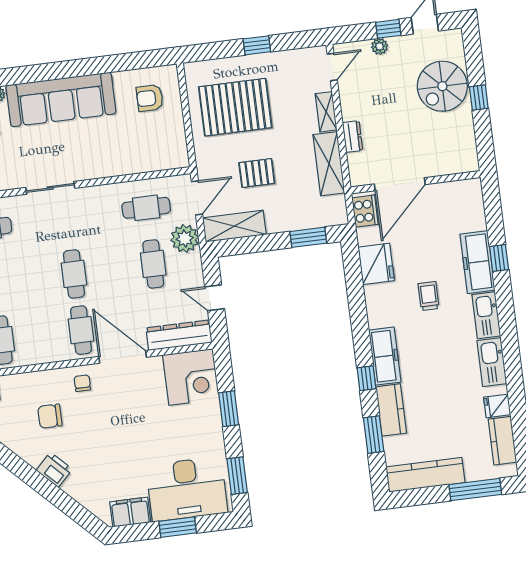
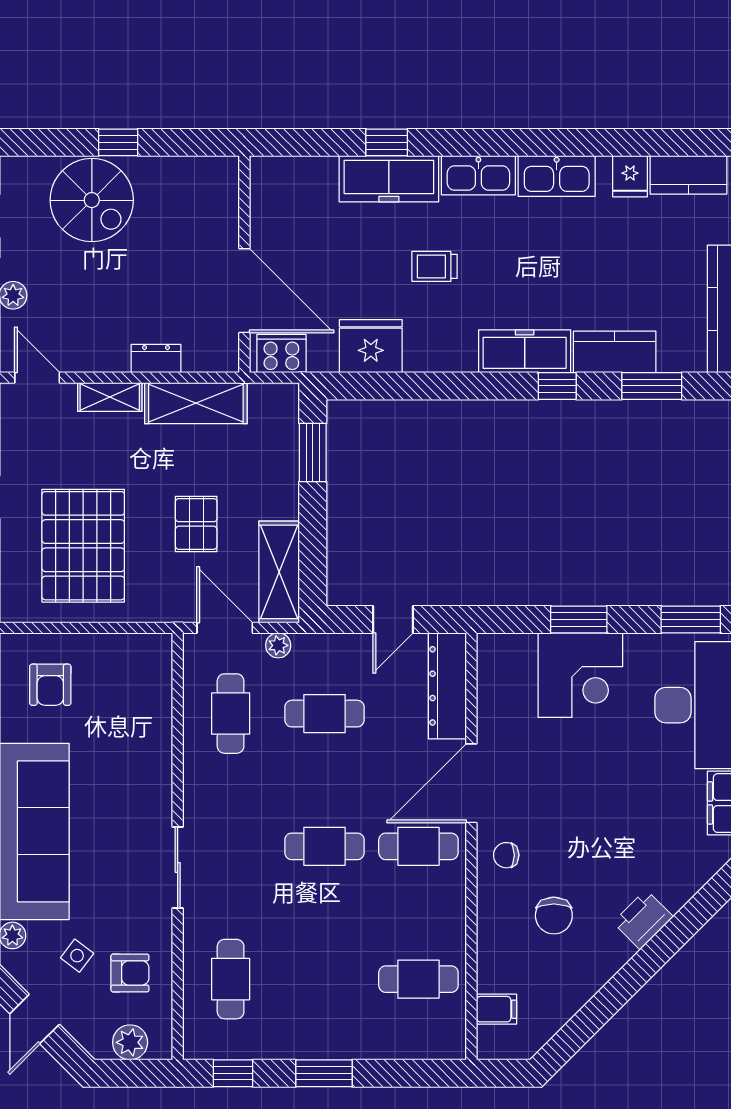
plant: (185, 238) -> (278, 645), width x0.53, depth x0.53
corner desk: (191, 377) -> (580, 675), moved, turned 90

